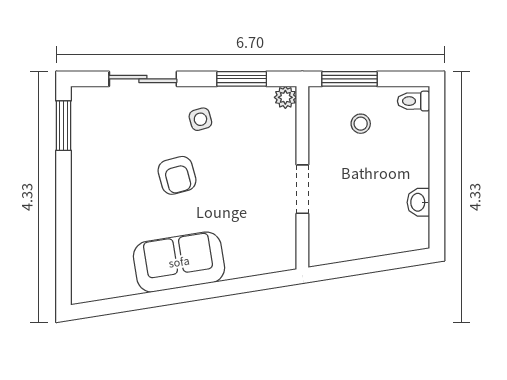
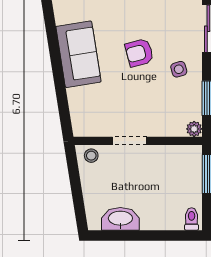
stool: (361, 124) -> (91, 156), moved
washbasin: (418, 202) -> (120, 219), width x1.91, depth x1.45

